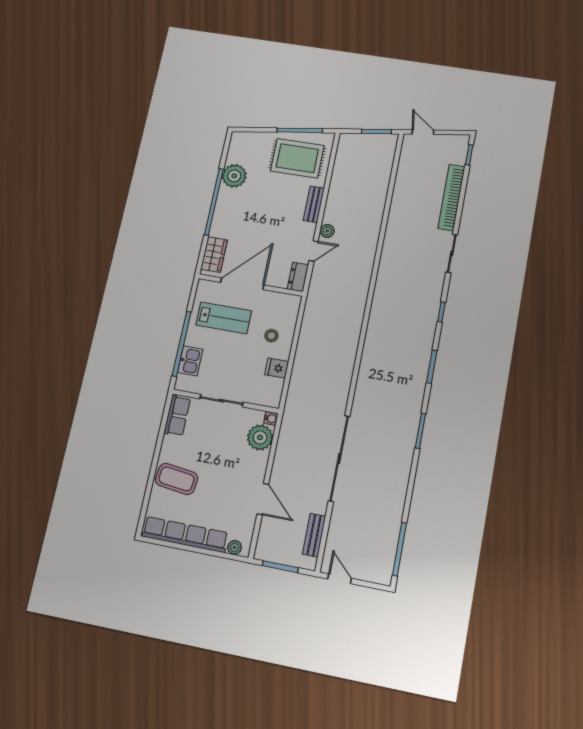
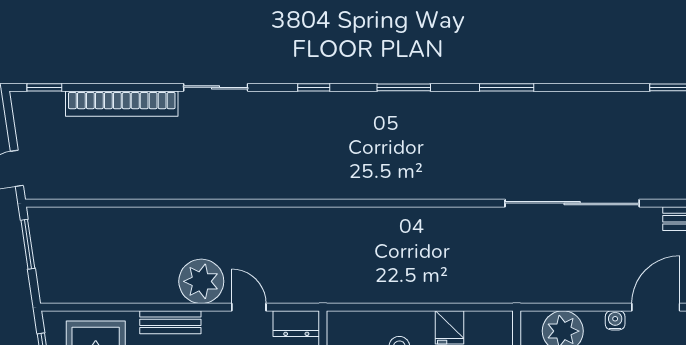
plant: (327, 231) -> (201, 281), width x1.88, depth x1.88
water cooler: (271, 419) -> (615, 320), moved

